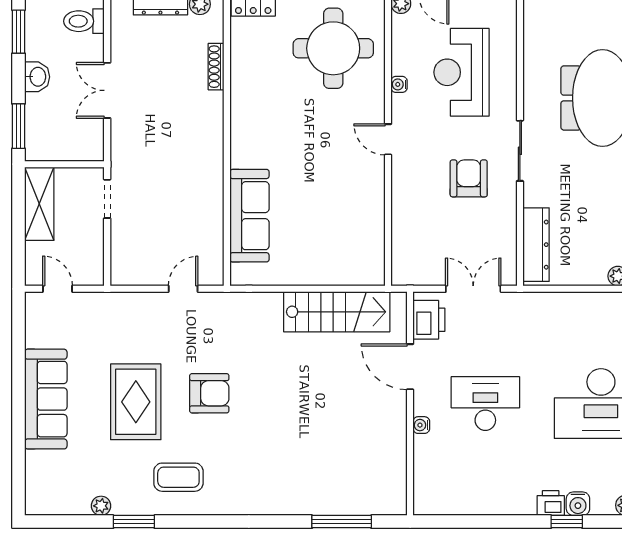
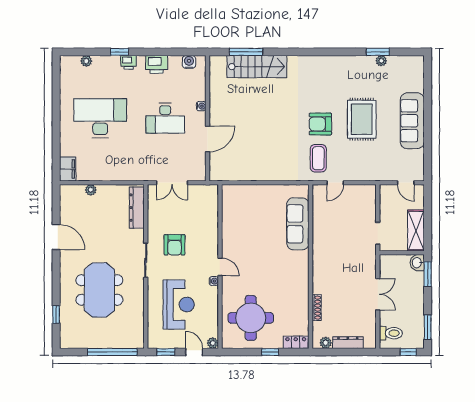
washbasin: (37, 77) -> (417, 263), moved
water cooler: (399, 84) -> (214, 281), moved
stairs: (337, 312) -> (257, 67), moved, turned 180
printer: (429, 320) -> (157, 64), moved, turned -90
door: (410, 367) -> (208, 139), hinge flipped
coffee table: (178, 477) -> (318, 158), moved, turned 90
water cooler: (578, 504) -> (189, 62), moved
window: (134, 522) -> (378, 52), moved

